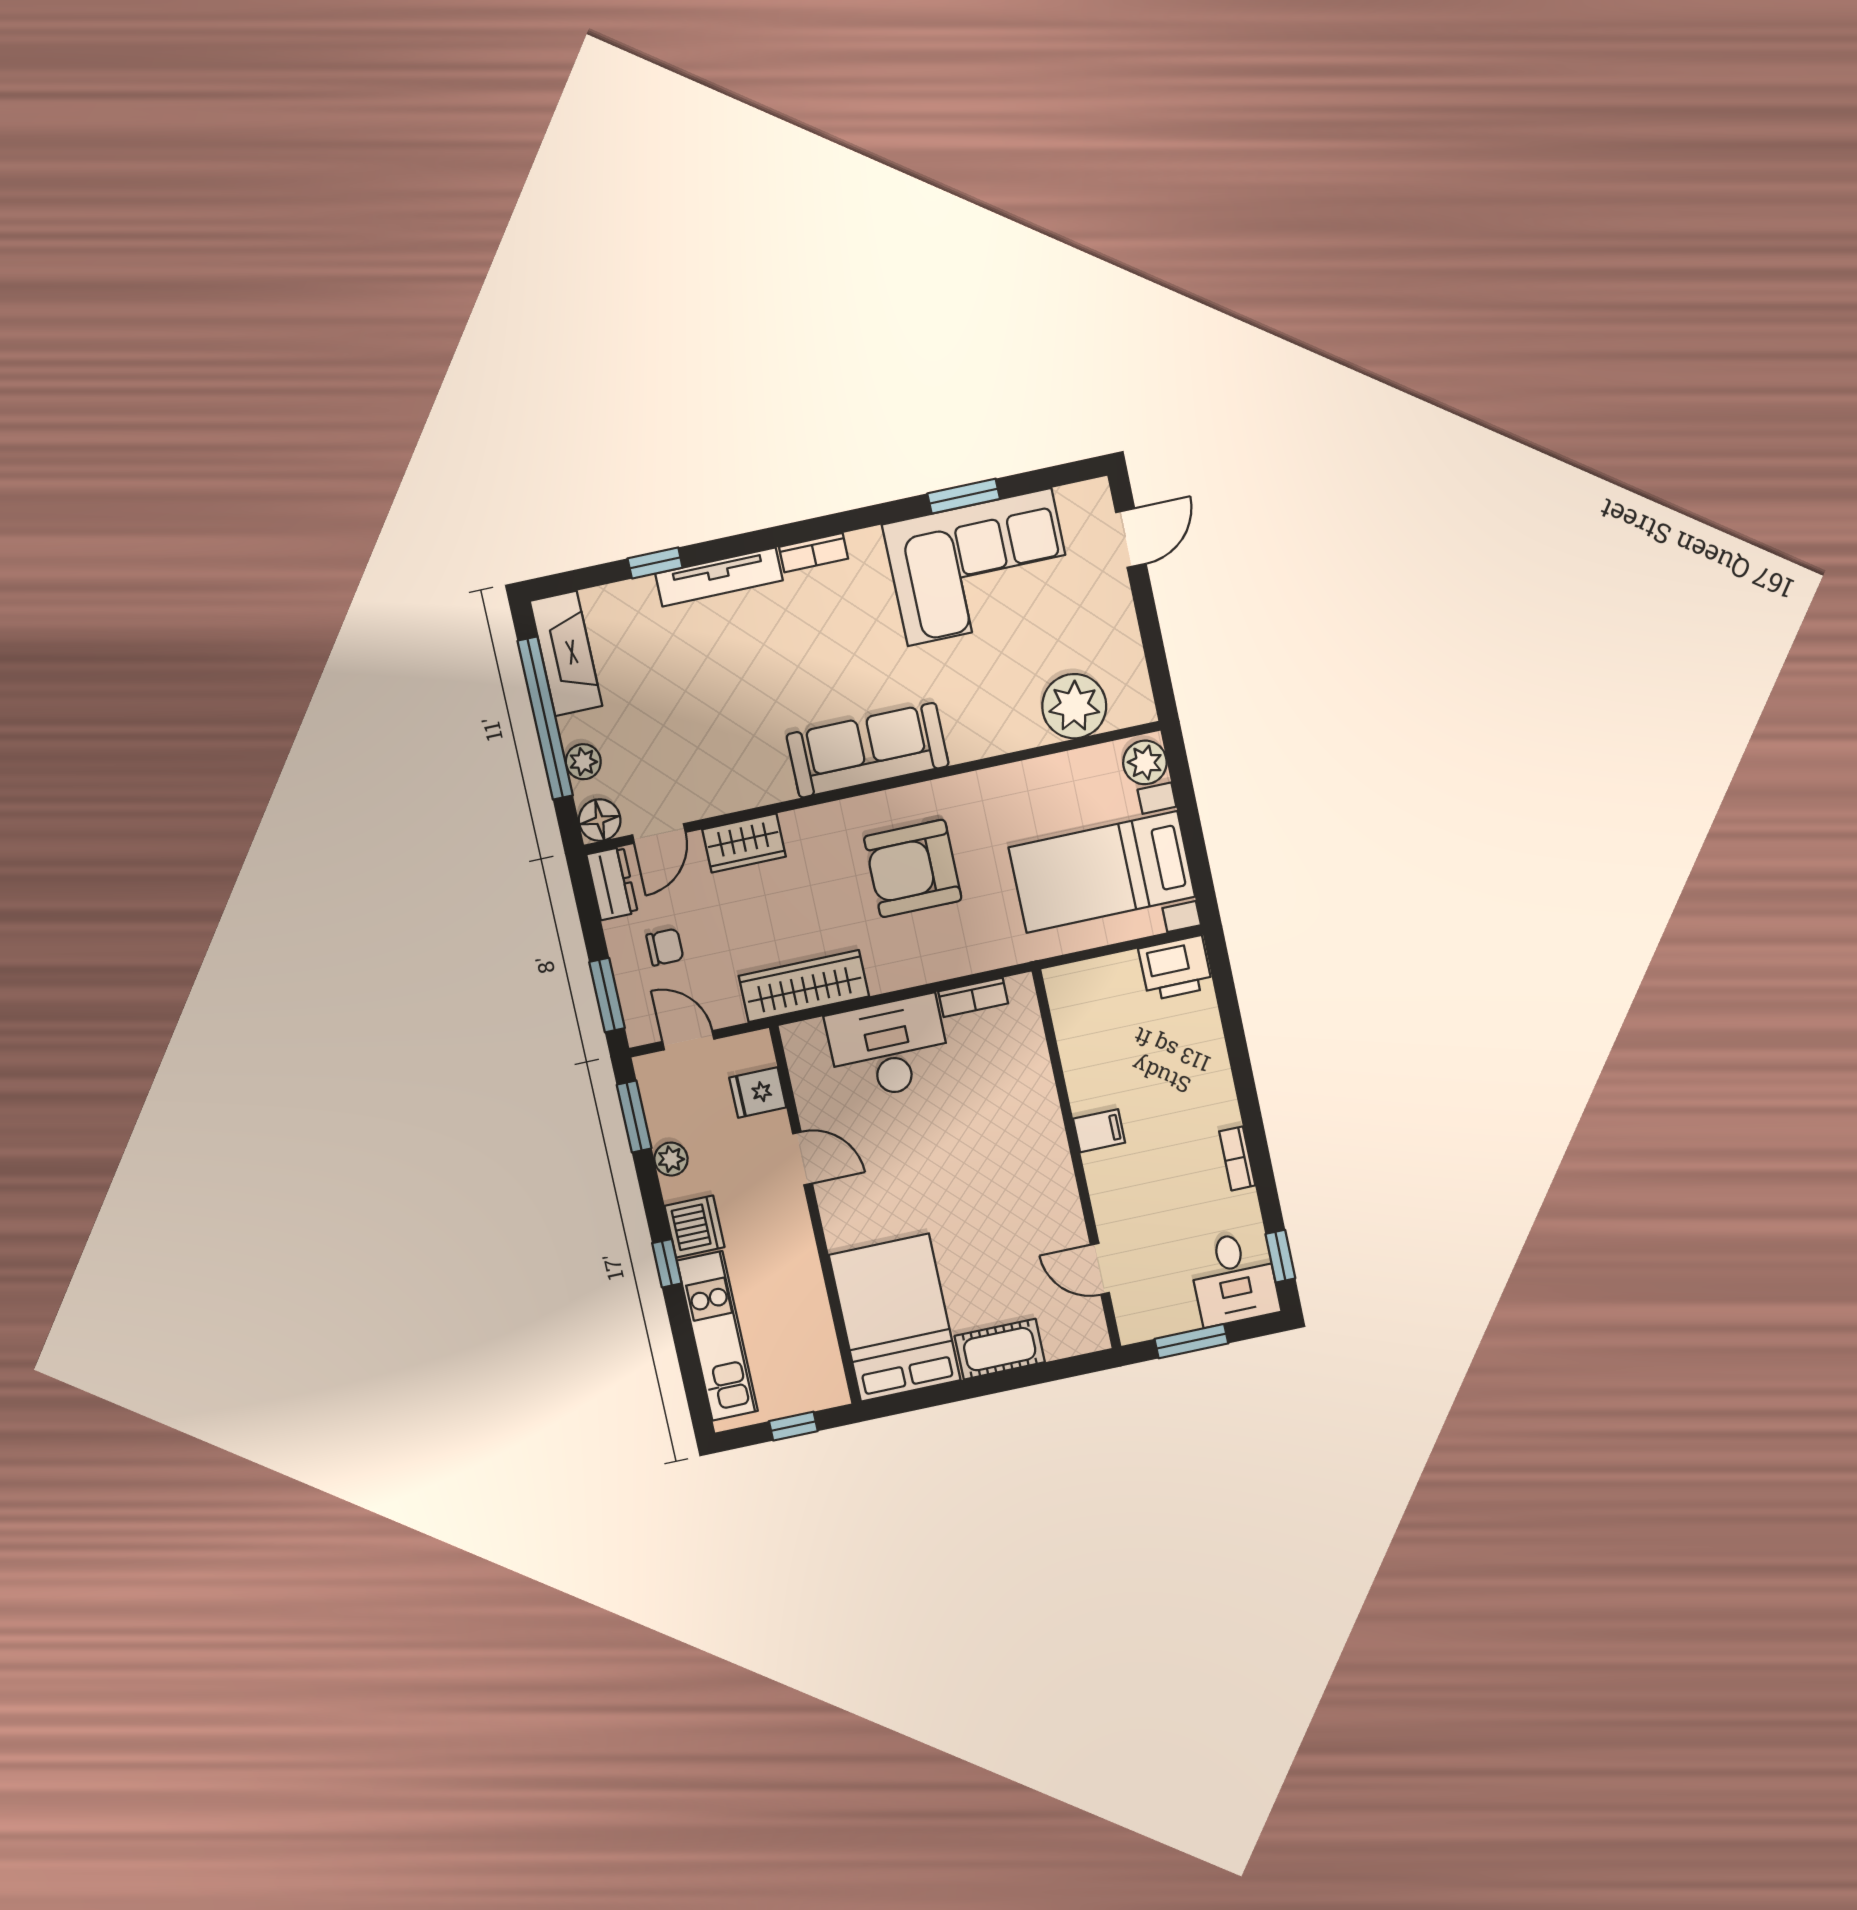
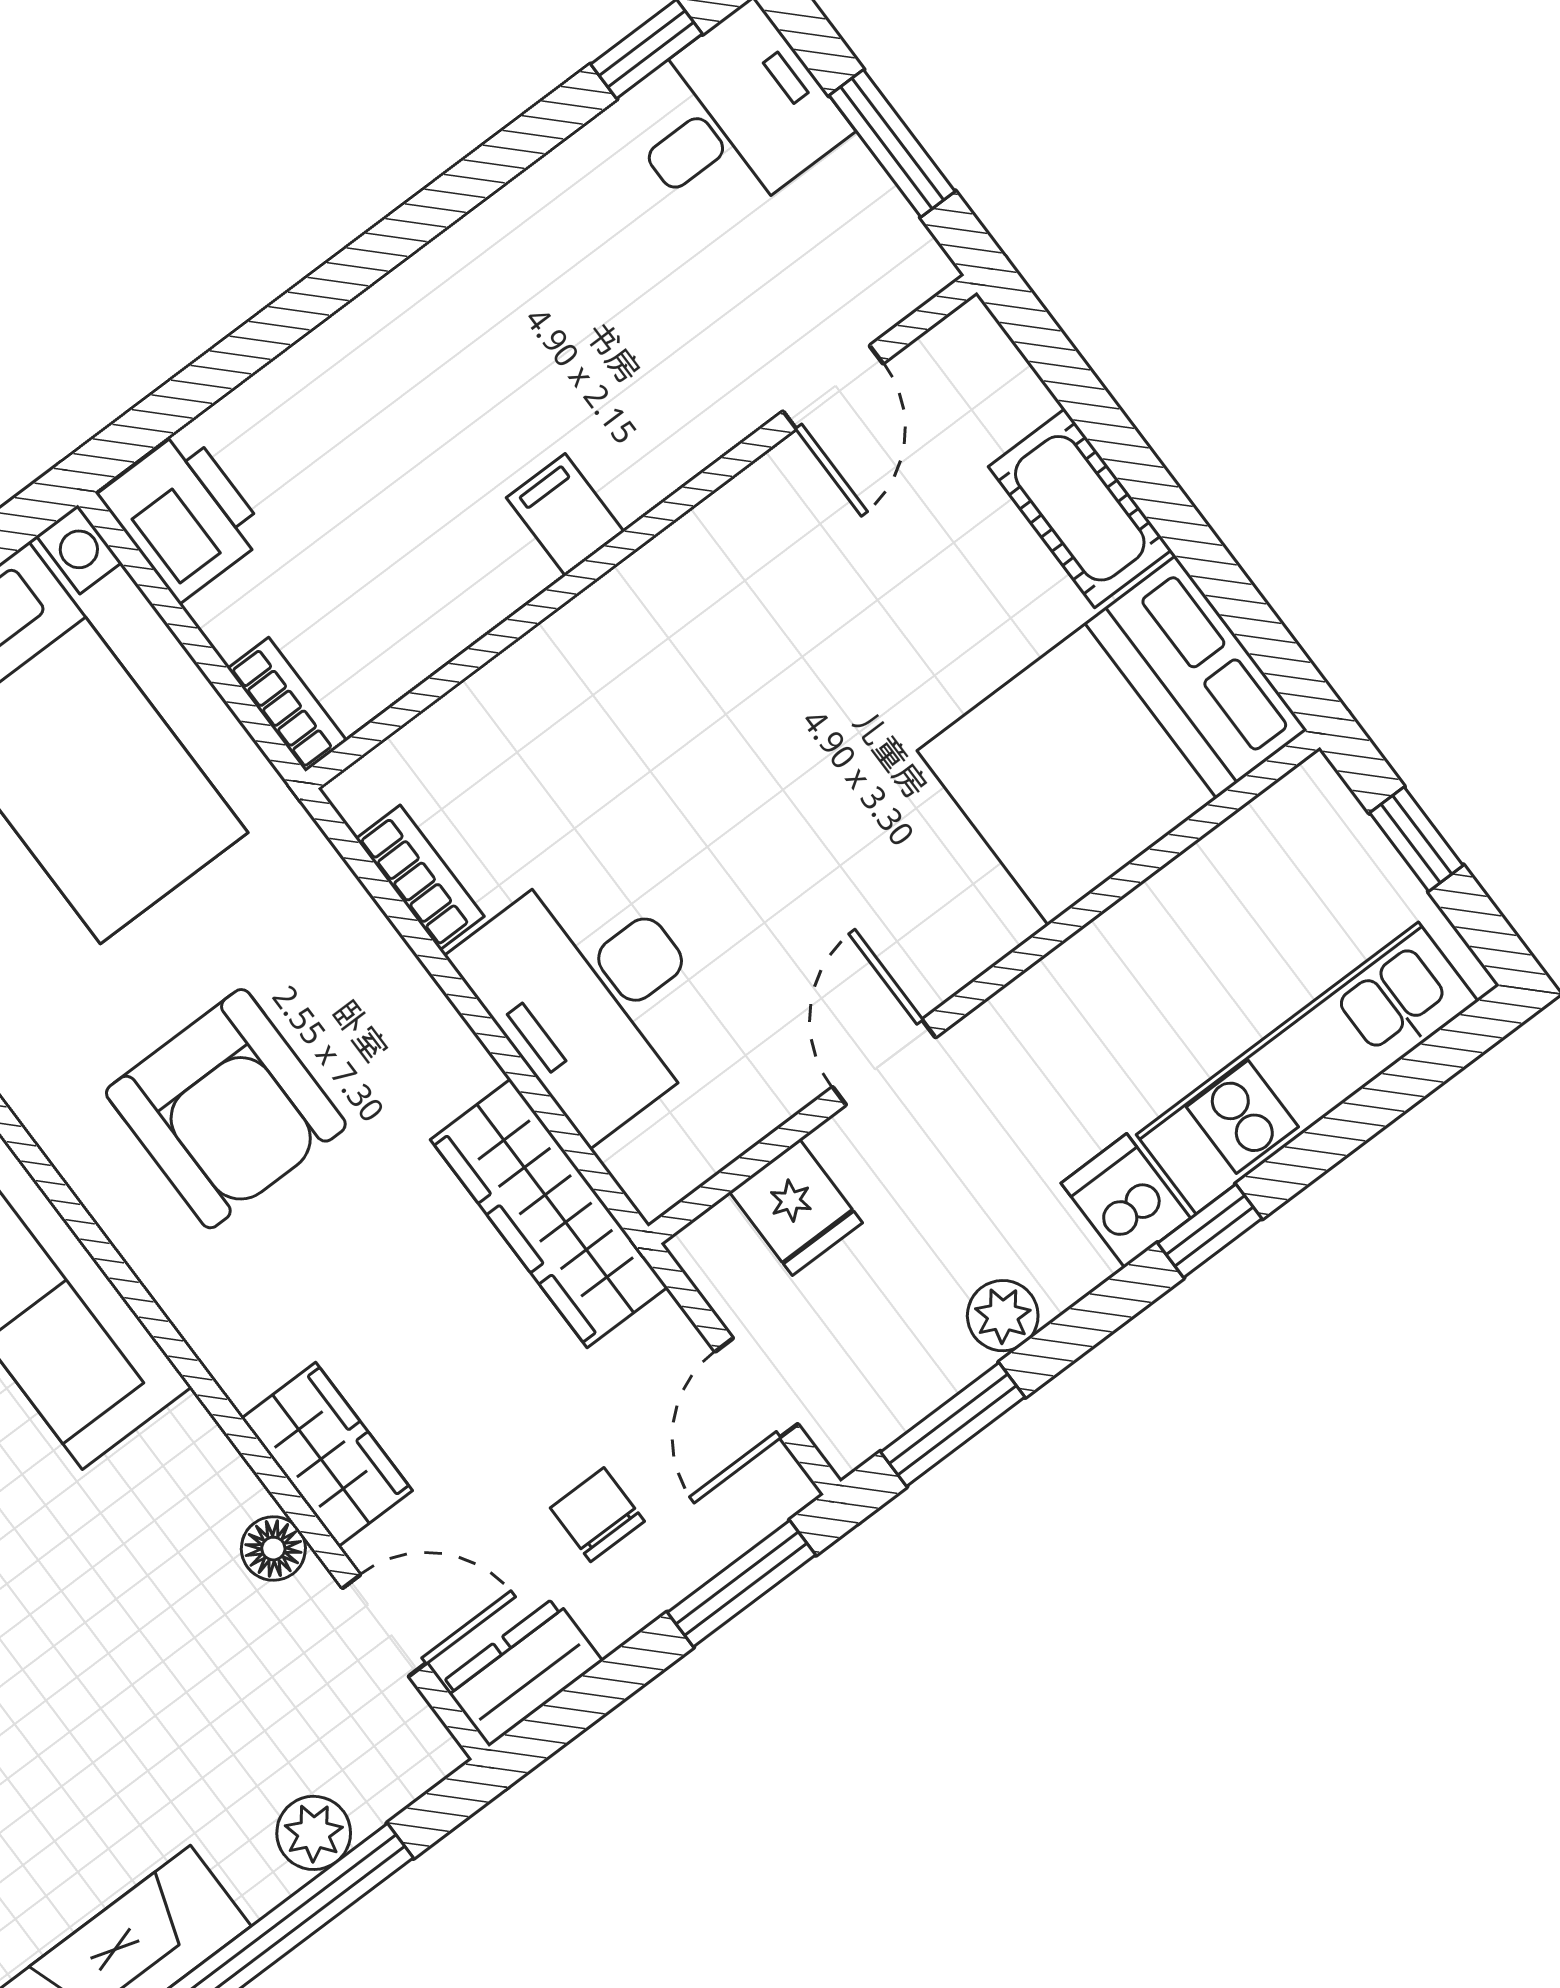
floor lamp: (600, 820) -> (273, 1549), moved, width x0.73, depth x0.73
bookcase: (1237, 1158) -> (287, 704), moved, turned -90
dishwasher: (695, 1227) -> (1126, 1201), width x0.73

